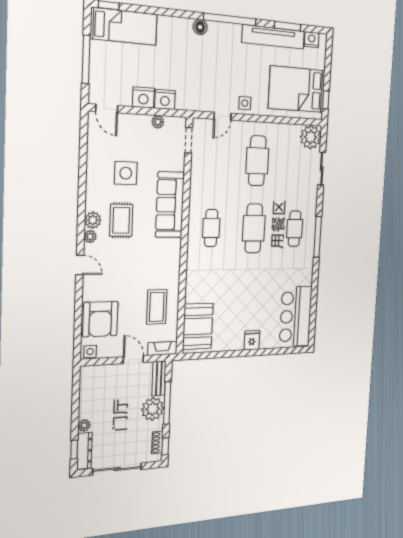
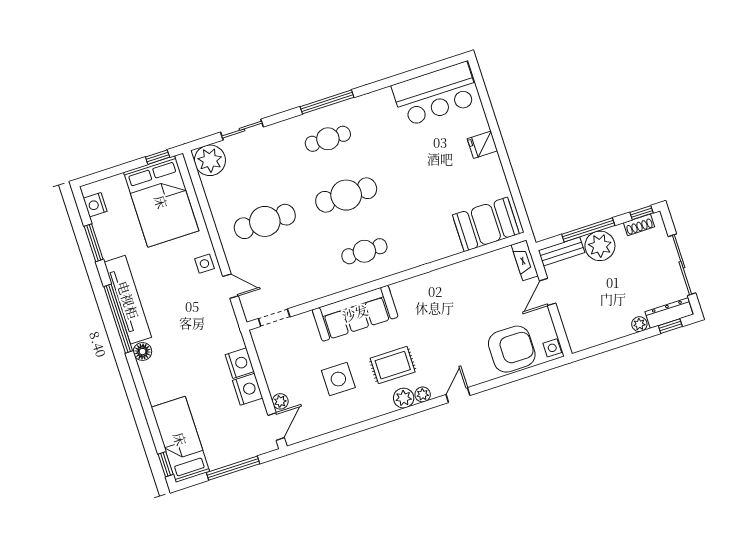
tv unit: (273, 37) -> (128, 300), moved
plant: (158, 122) -> (280, 401), moved
coffee table: (157, 307) -> (478, 286), removed

